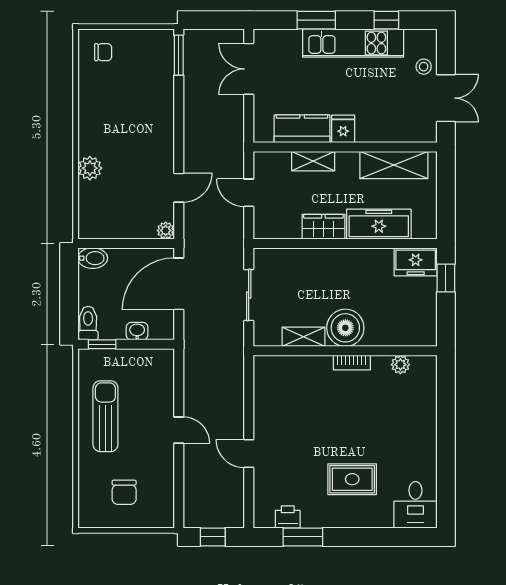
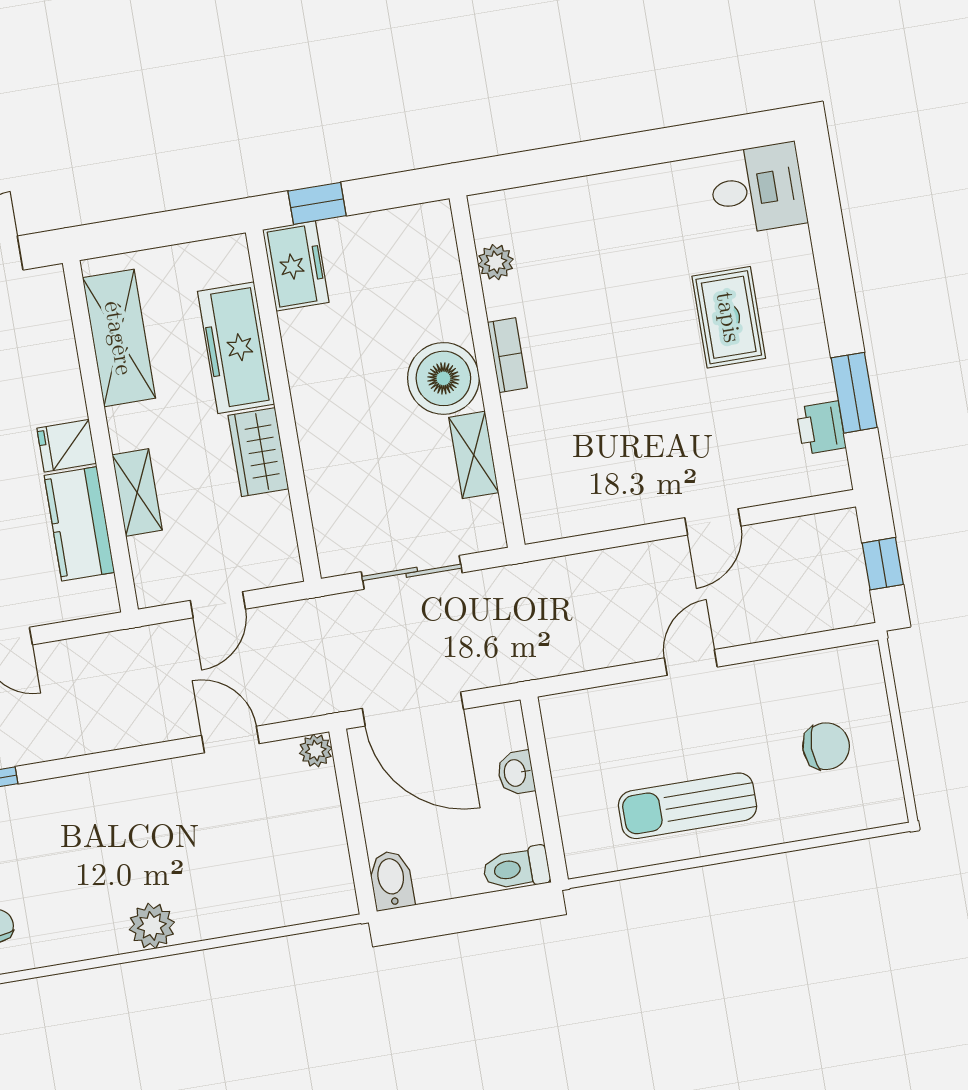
plant: (90, 168) -> (152, 926), moved
window: (102, 344) -> (552, 835), removed

